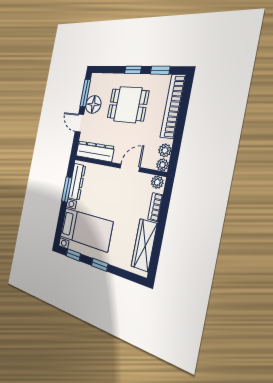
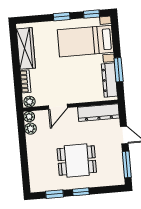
floor lamp: (93, 104) -> (114, 155), removed
bookcase: (173, 106) -> (34, 165), removed

